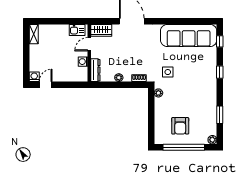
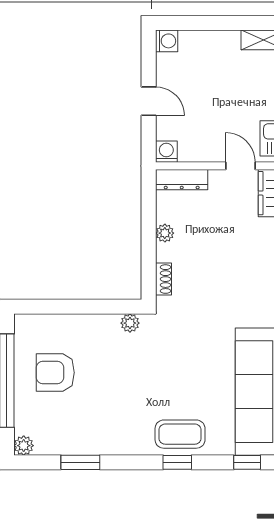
washing machine: (83, 62) -> (166, 152), moved
coffee table: (207, 71) -> (180, 434), added
side table: (168, 72) -> (177, 344), removed
door: (46, 85) -> (149, 101), moved

